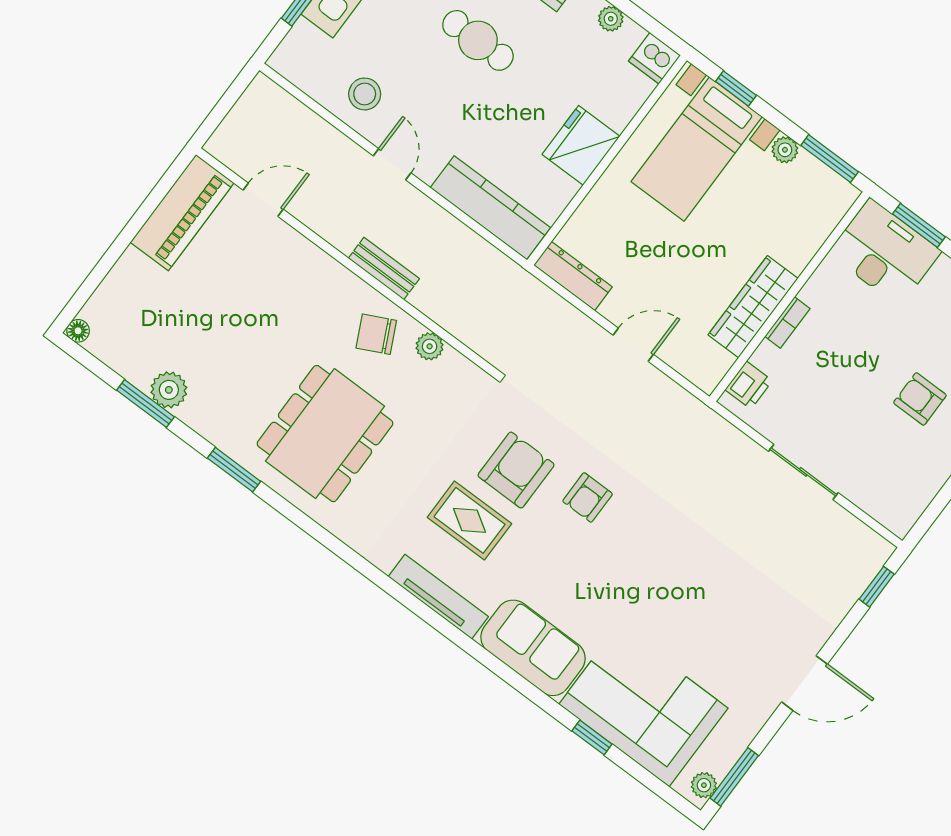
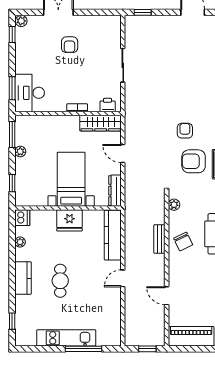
stool: (365, 94) -> (106, 305), removed
window: (221, 110) -> (147, 349), added
bed with nightstands: (697, 149) -> (71, 179), moved, turned -90
door: (263, 200) -> (167, 296), moved
bench: (384, 268) -> (159, 239), moved
wardrobe: (753, 307) -> (101, 123), moved
plant: (430, 346) -> (174, 205), moved
armchair: (588, 497) -> (185, 131), turned -90

